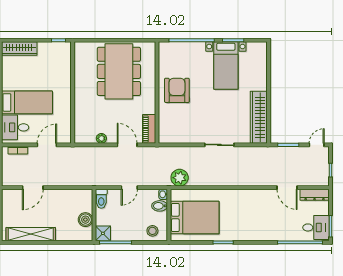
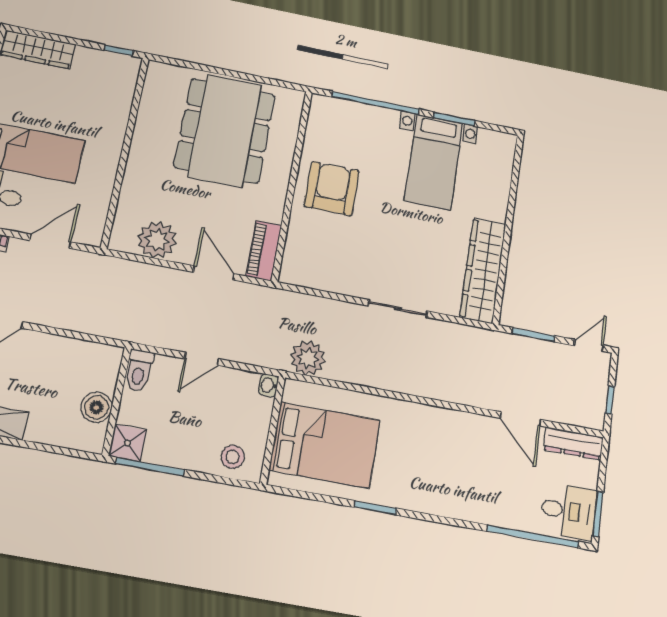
plant: (101, 138) -> (157, 240), width x1.88, depth x1.88
bidet: (160, 206) -> (257, 408), removed

